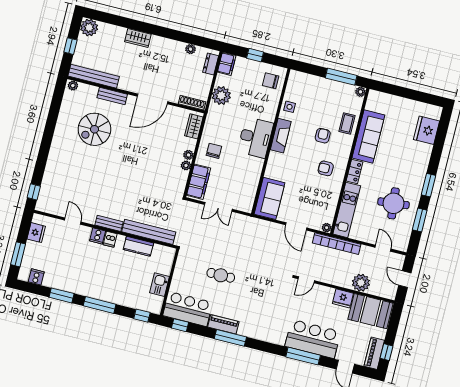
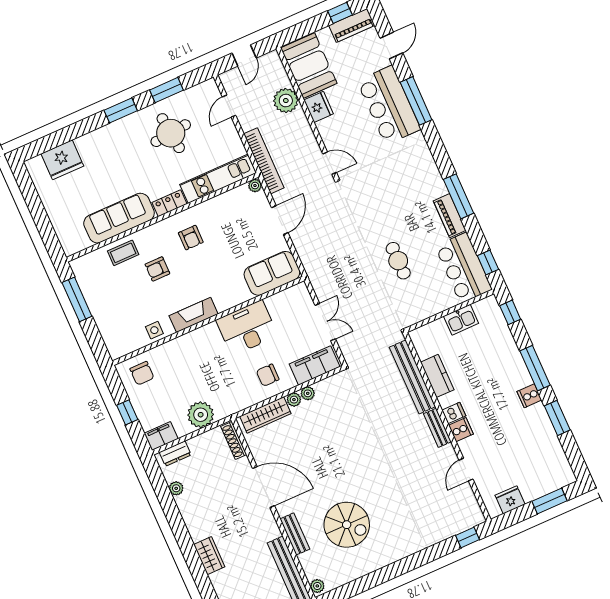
plant: (360, 92) -> (77, 265), removed
wardrobe: (194, 126) -> (265, 415), width x1.50
desk: (255, 137) -> (247, 328), moved
cooker: (36, 277) -> (529, 396), moved

